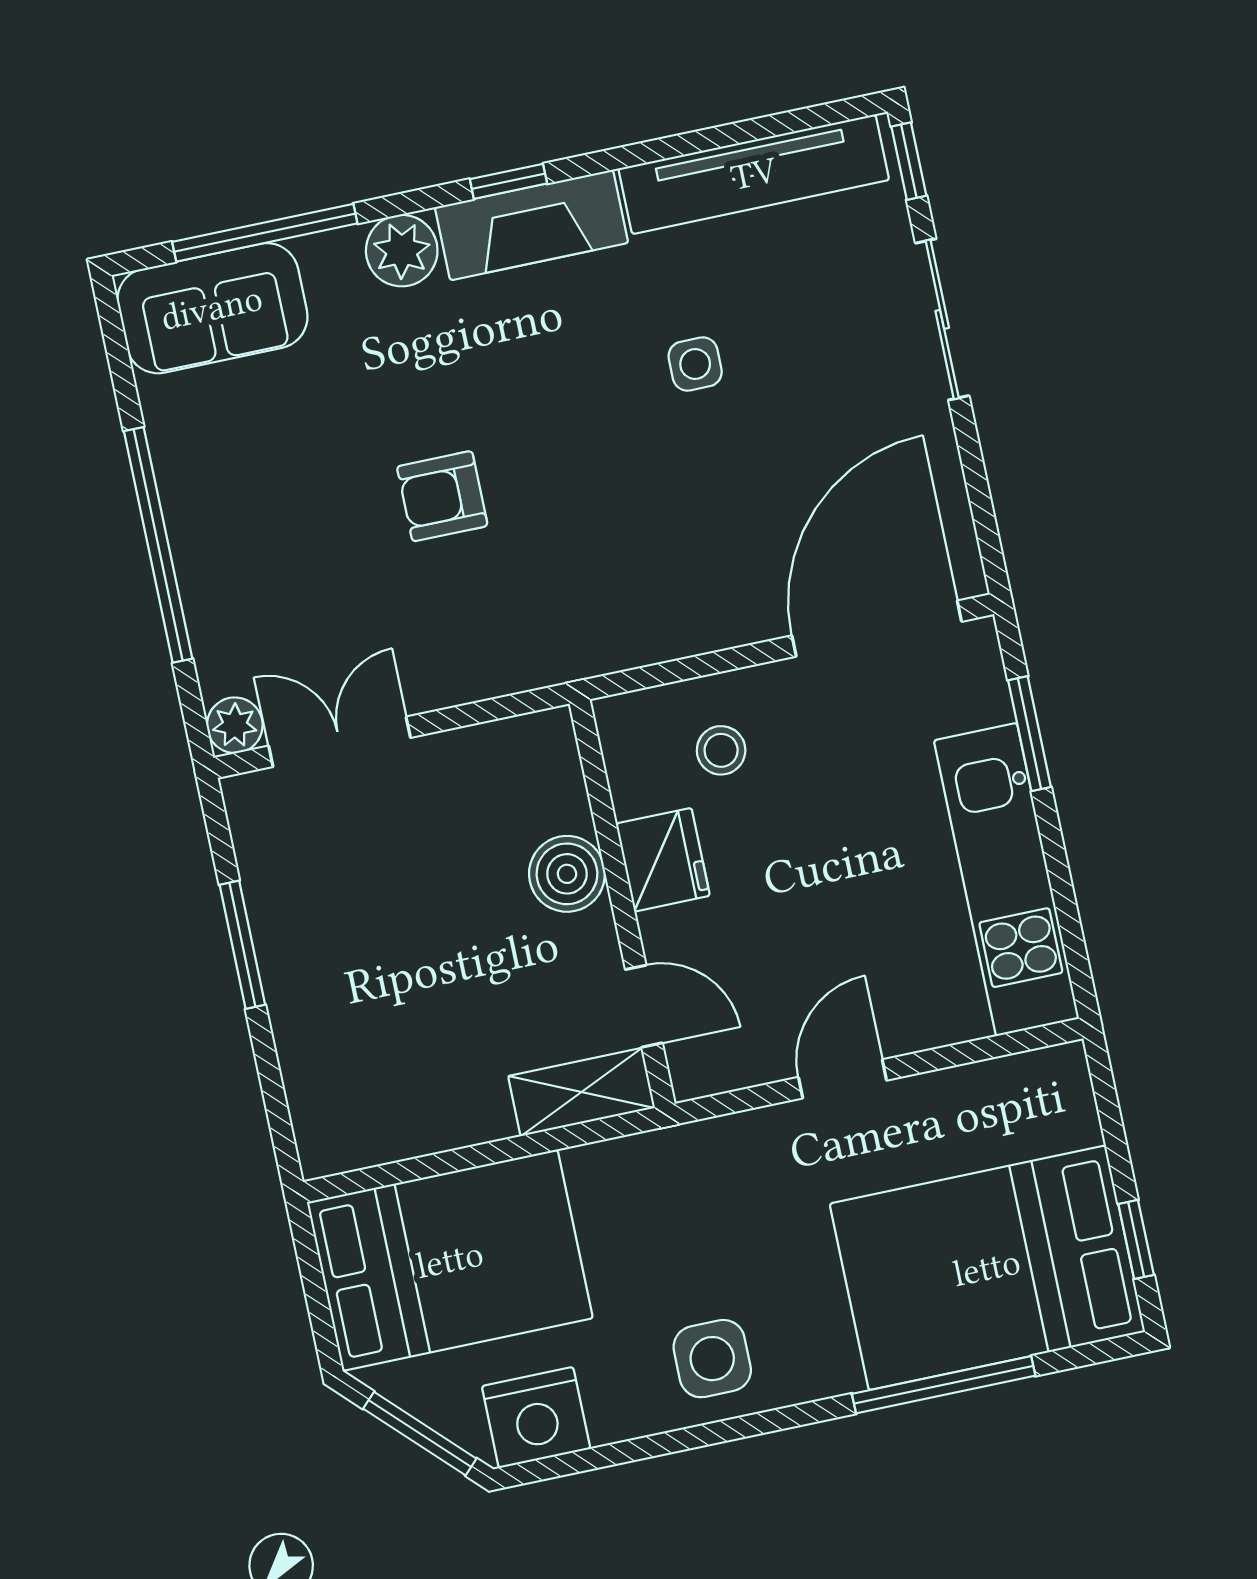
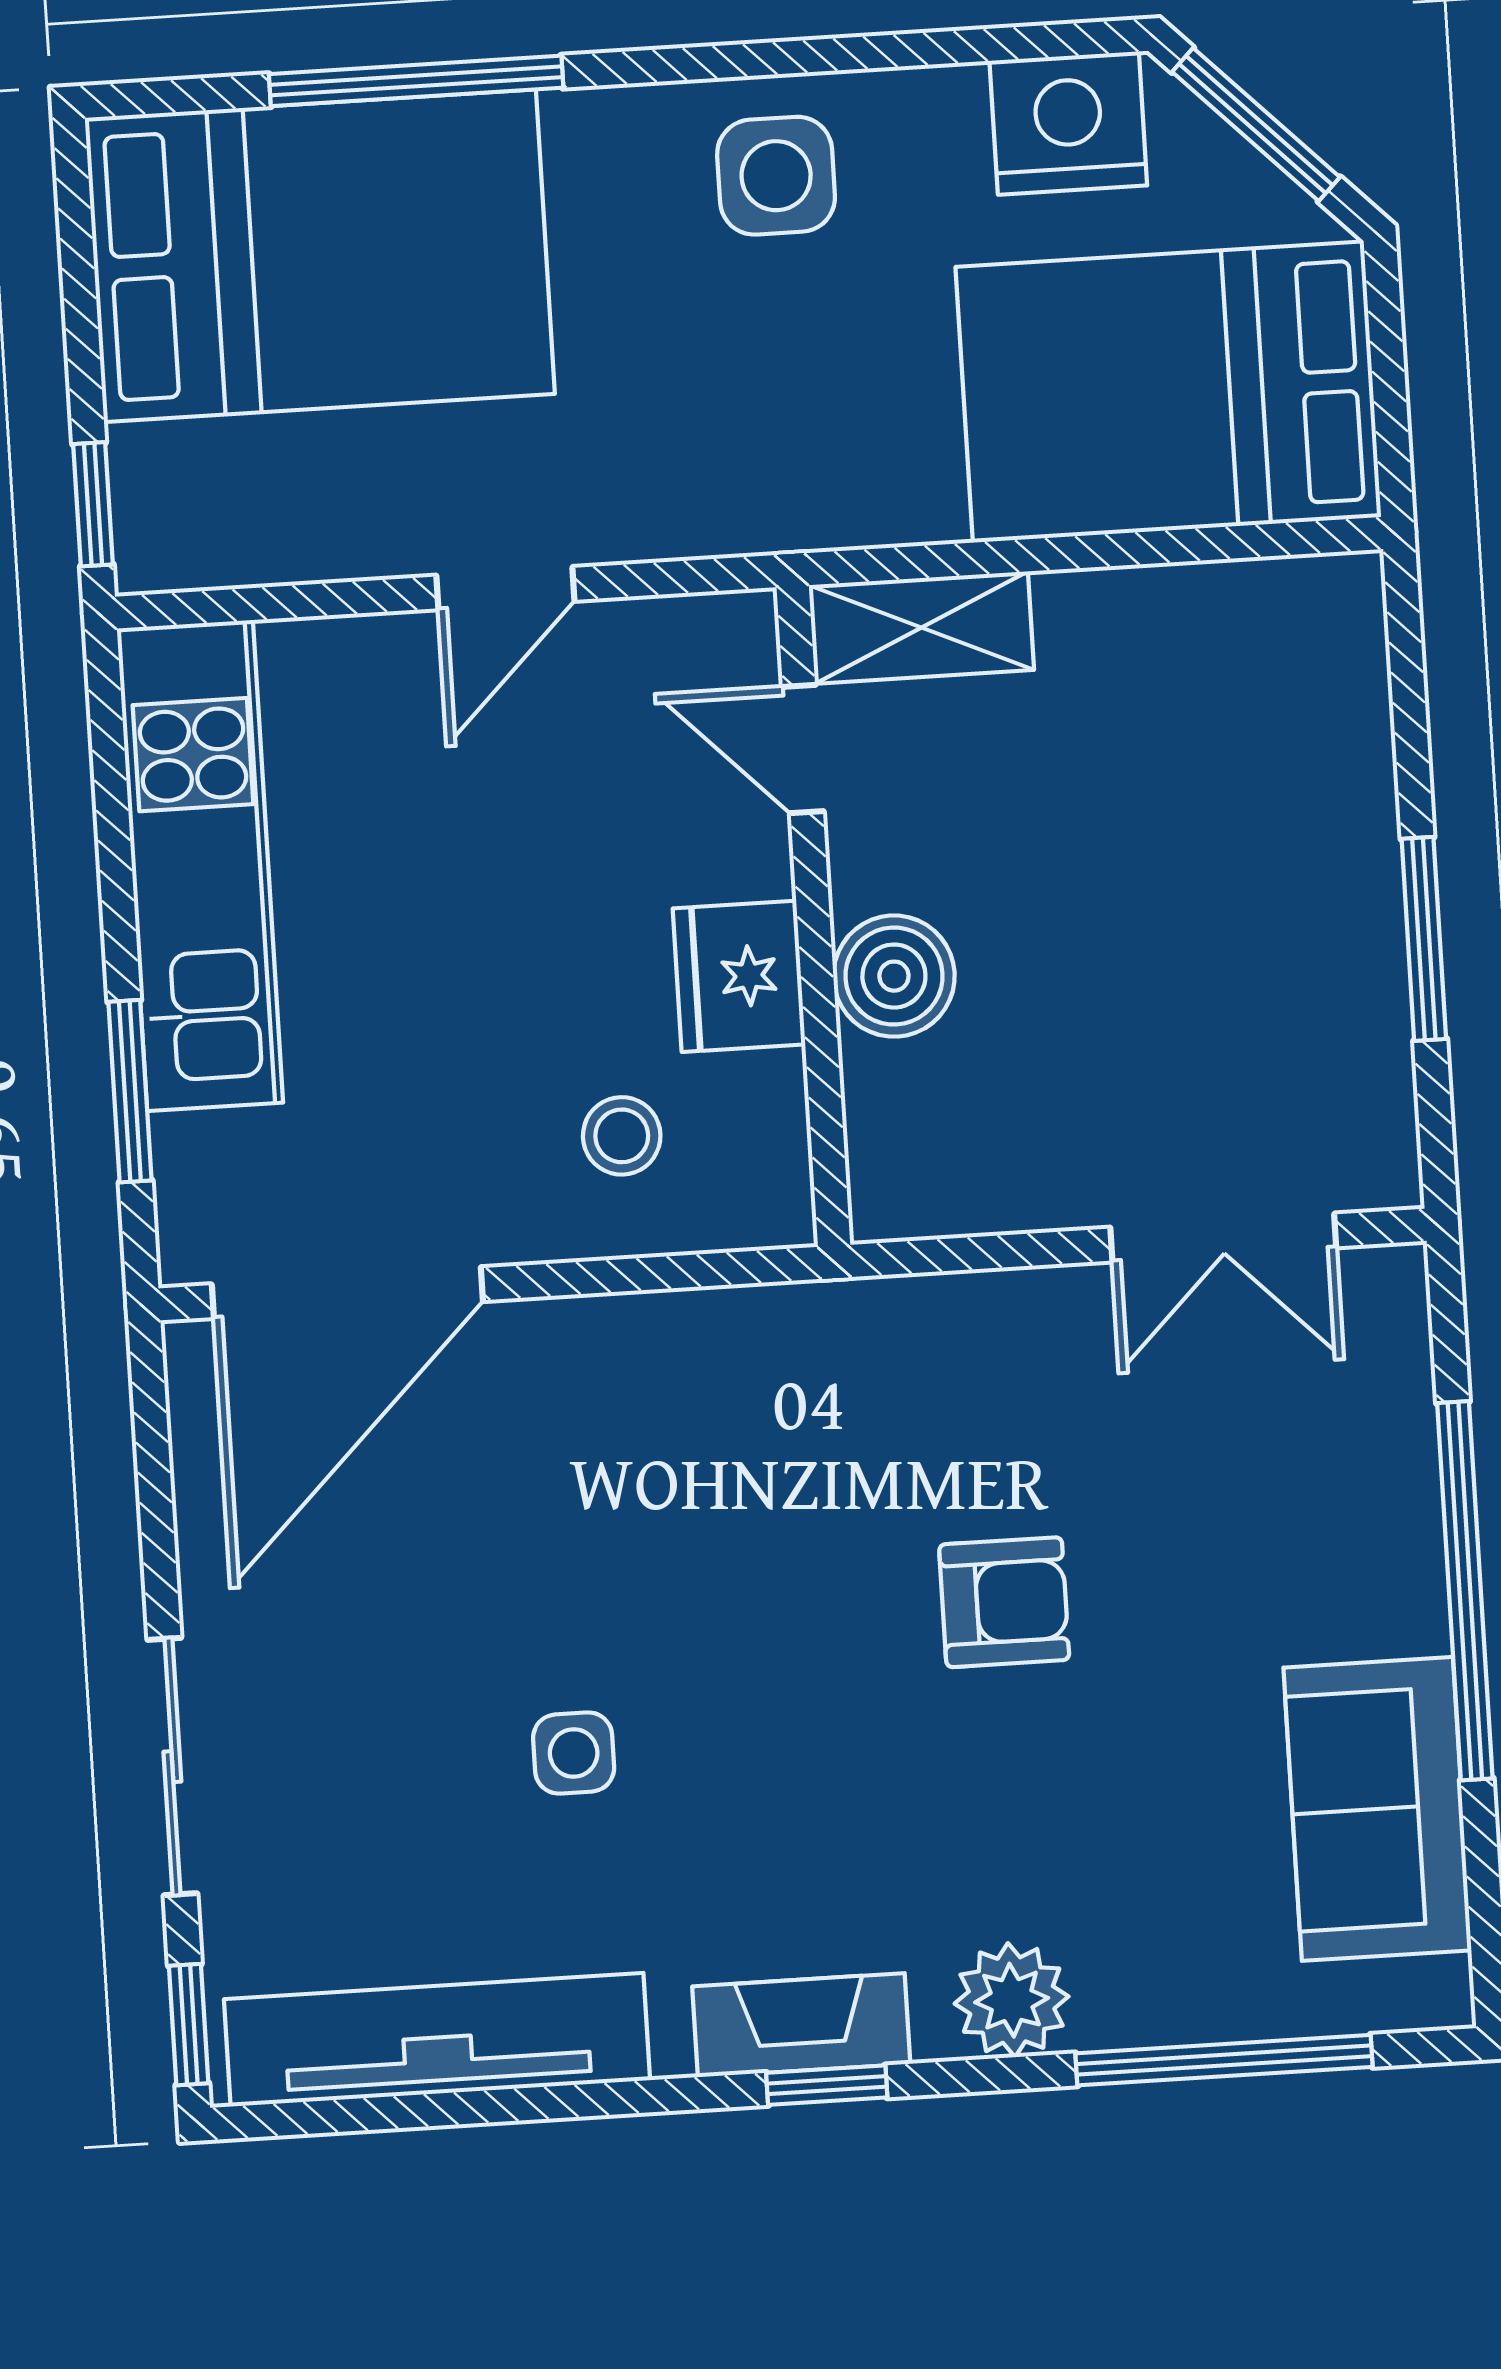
fireplace: (531, 225) -> (801, 2025), width x0.73, depth x0.76
sofa: (212, 308) -> (1377, 1809), moved, turned -90
plant: (235, 725) -> (1385, 1288), removed
window: (1136, 1239) -> (93, 504), moved

